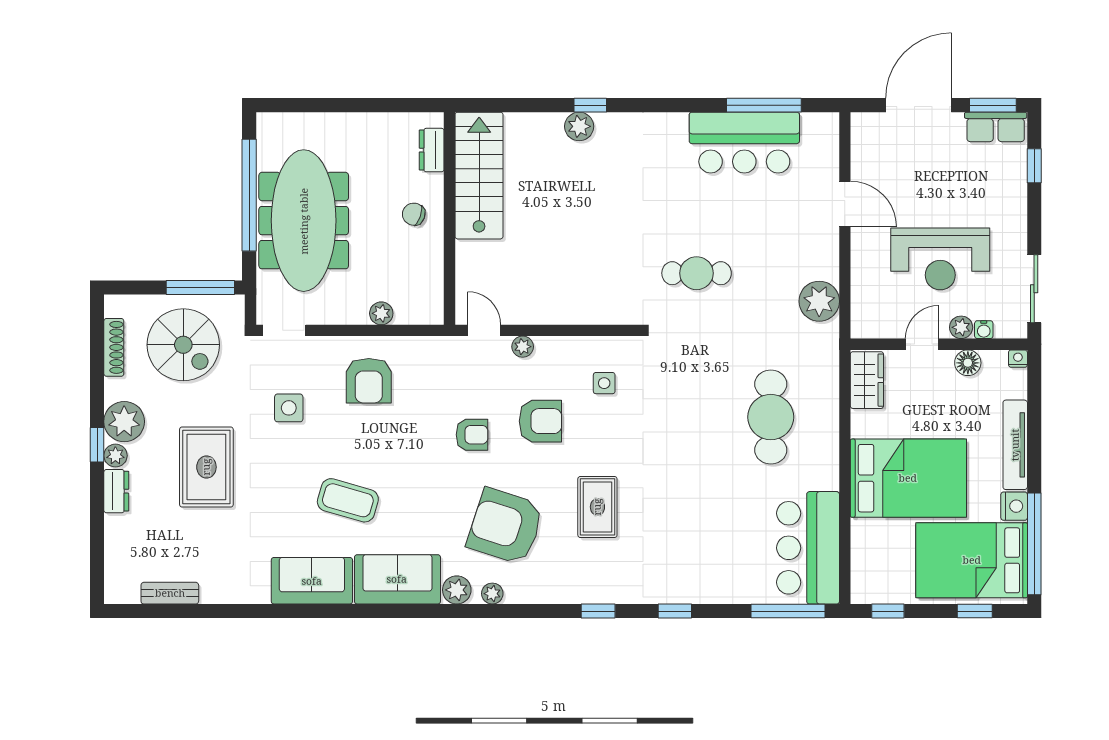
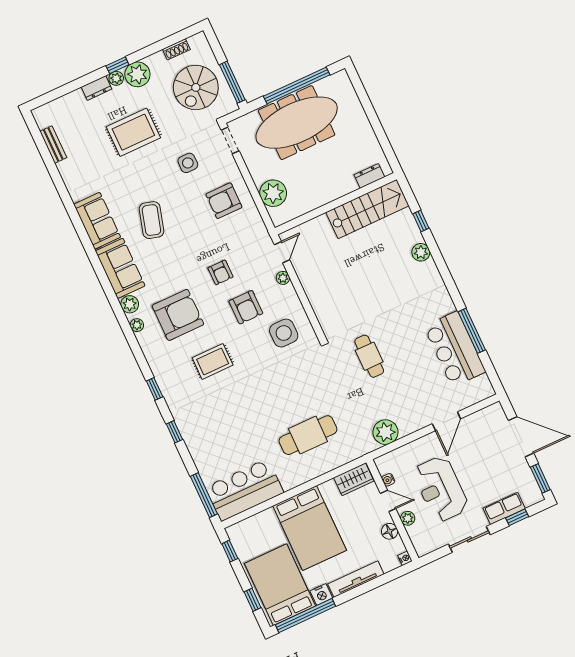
window: (590, 105) -> (421, 221), moved
window: (764, 105) -> (472, 331), moved
row of seats: (996, 127) -> (504, 508), moved, turned 90
chair: (414, 214) -> (329, 183), removed
sliding door: (1034, 289) -> (469, 539), moved
plant: (381, 313) -> (273, 193), width x1.88, depth x1.88
water cooler: (984, 330) -> (388, 480), moved
shoe rack: (114, 347) -> (176, 49), width x0.70
side table: (604, 383) -> (284, 333), width x1.87, depth x1.87
armchair: (505, 526) -> (178, 315), turned 72

